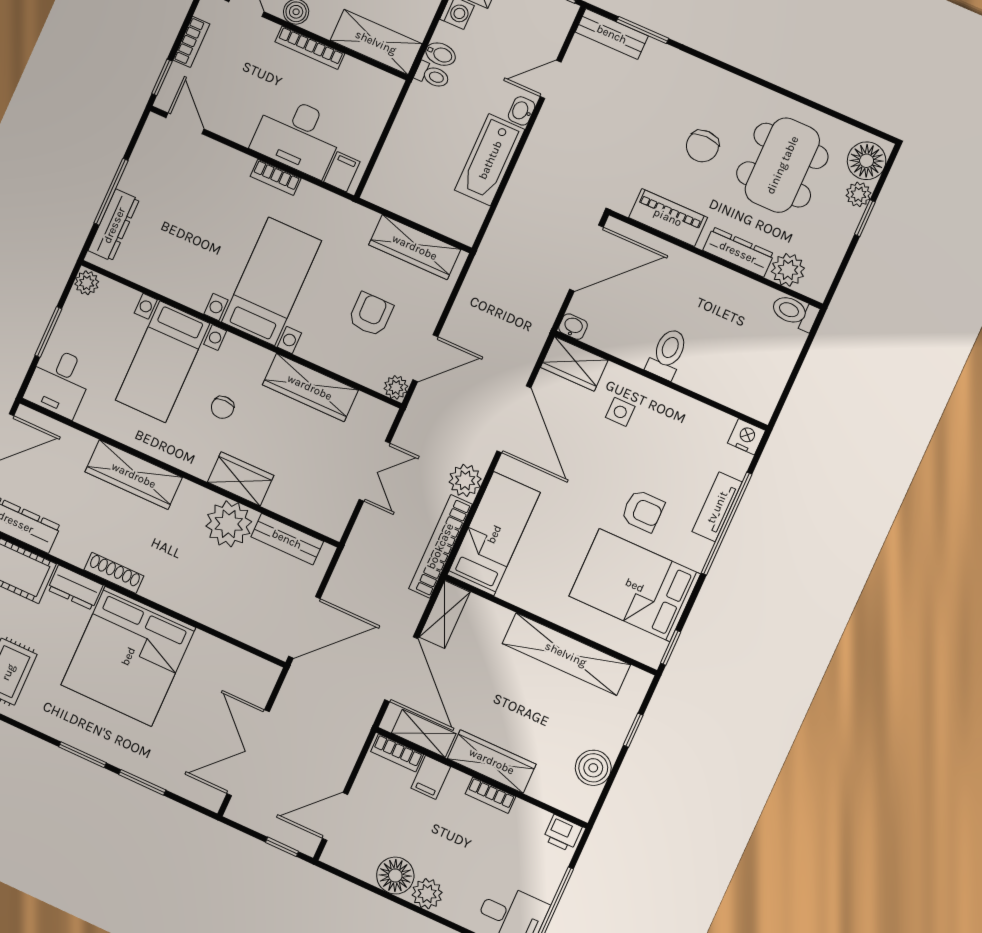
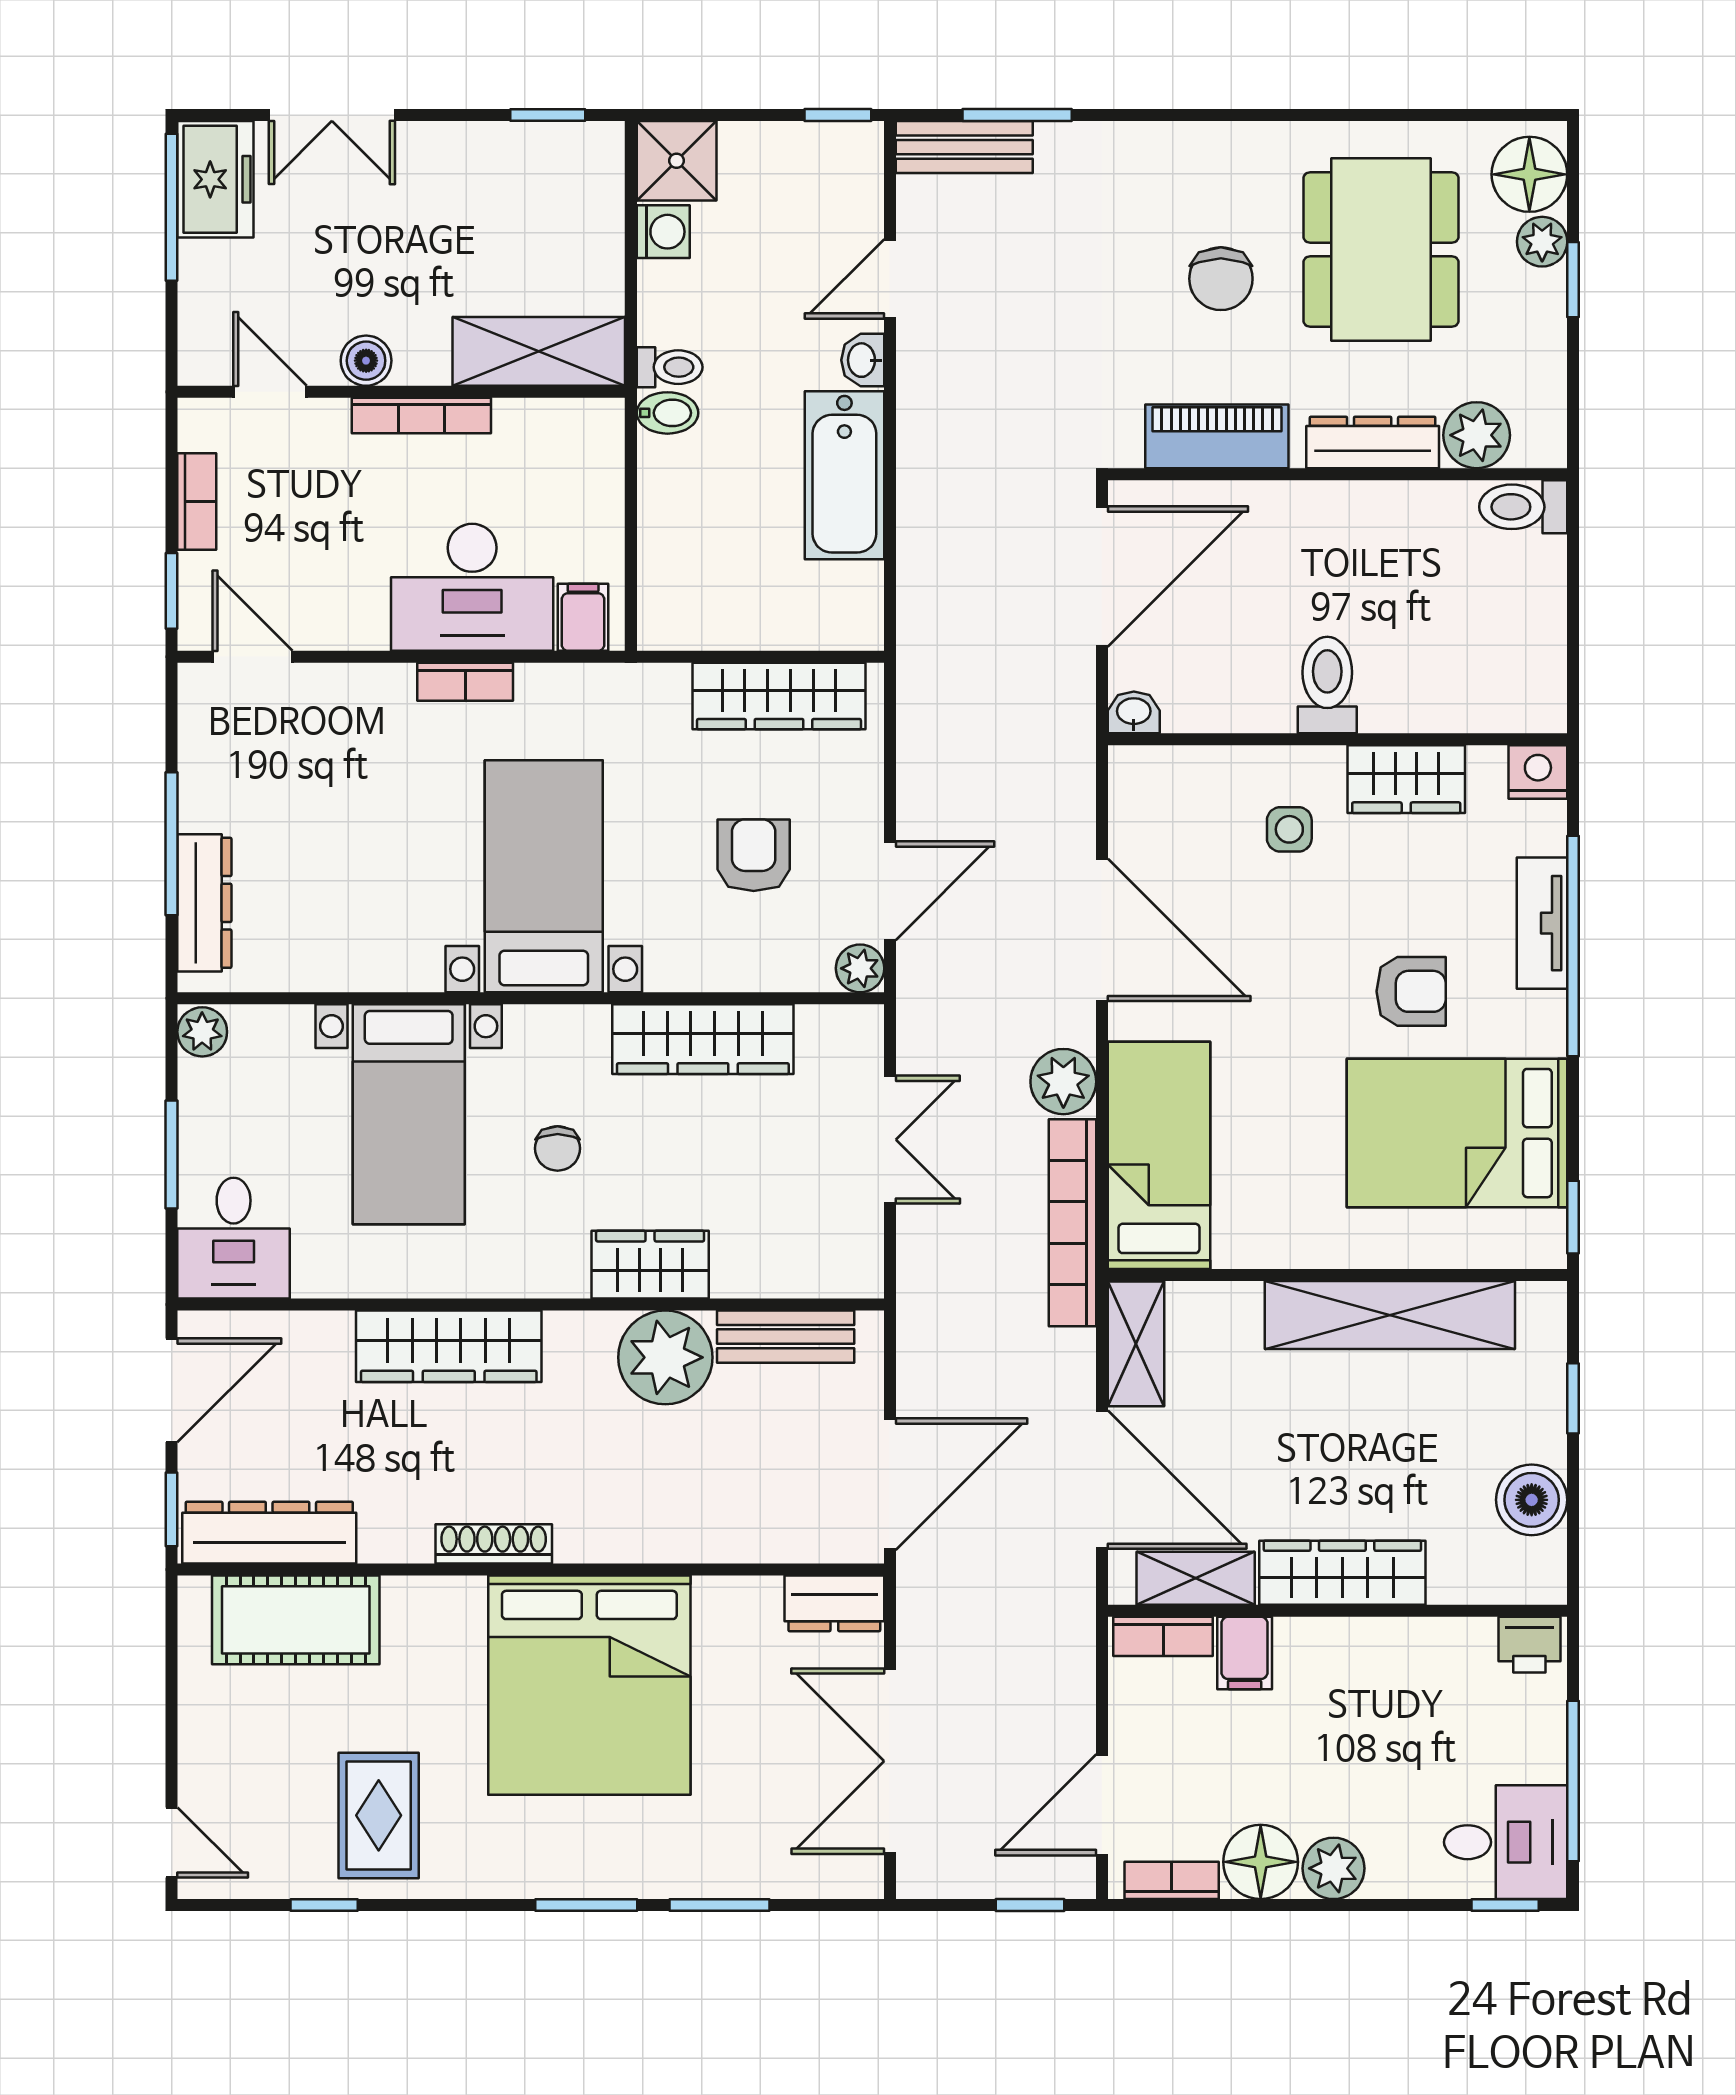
bidet: (441, 54) -> (667, 413), moved
wardrobe: (574, 364) -> (1406, 779), moved
dresser: (75, 588) -> (834, 1603), moved
bookcase: (490, 795) -> (1172, 1880), moved, turned 180

